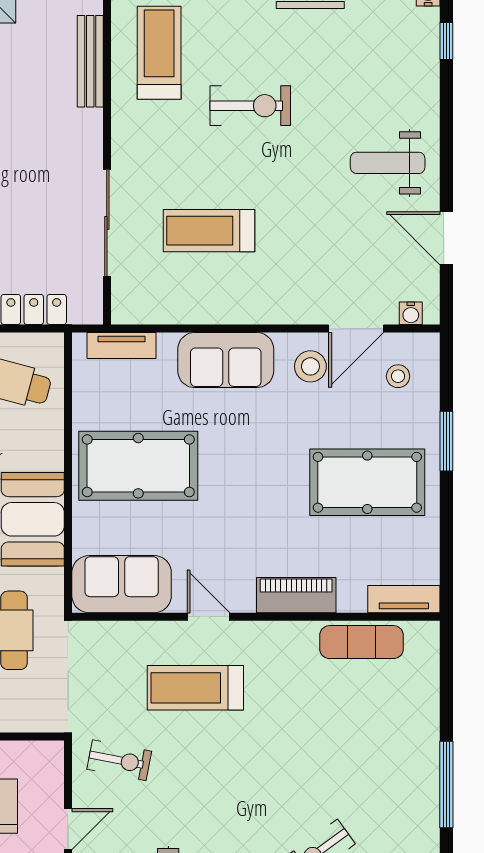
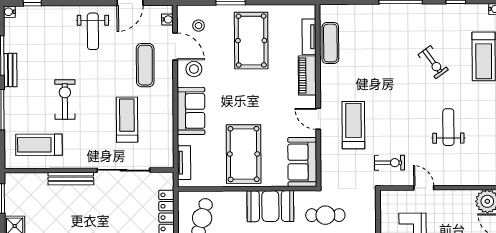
bench: (90, 61) -> (71, 179), moved
treadmill: (209, 231) -> (127, 120), turned 180
exercise mat: (319, 268) -> (145, 65), added
tv unit: (404, 599) -> (309, 37), moved
door: (209, 617) -> (318, 119), hinge flipped
treadmill: (195, 688) -> (353, 125), turned 180
exercise bike: (119, 760) -> (389, 163), turned 79

